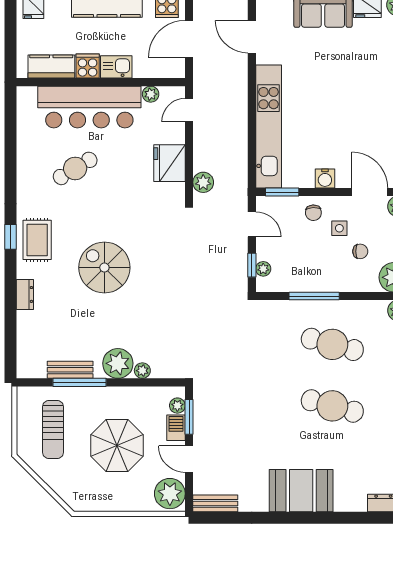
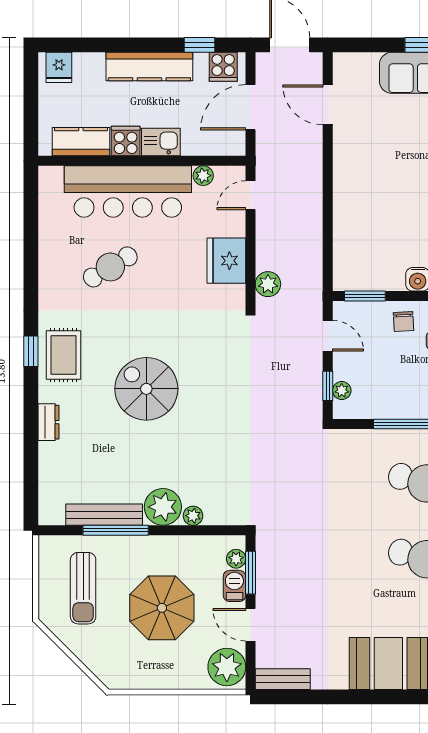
kitchen unit: (269, 126) -> (348, 215), removed
bench: (70, 370) -> (104, 515), width x1.36

